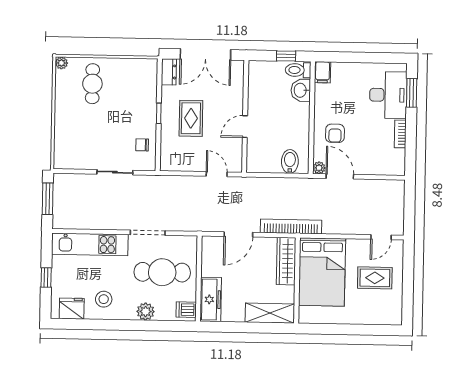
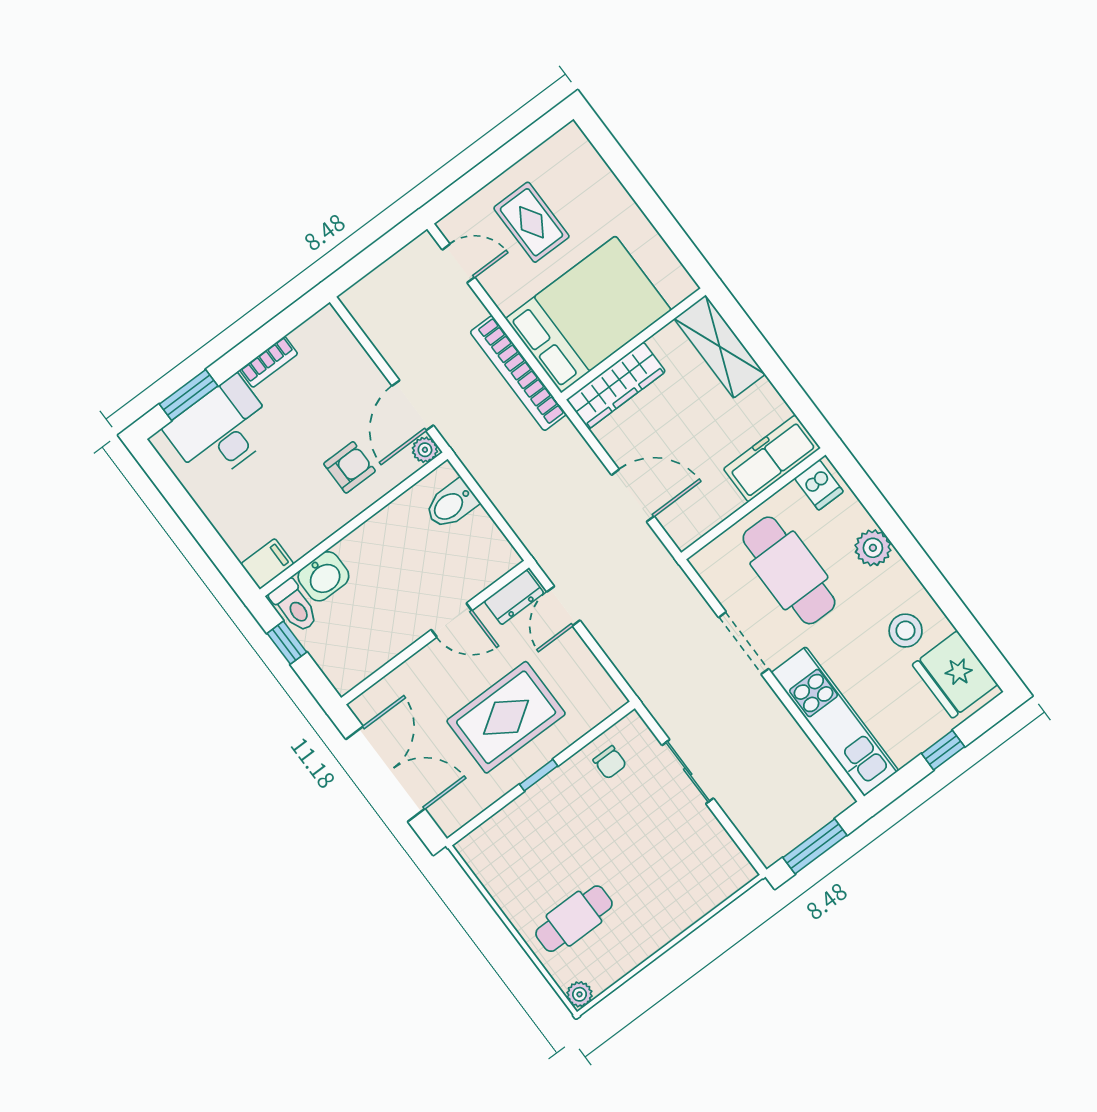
dresser: (169, 72) -> (514, 597), moved, turned 180
rug: (191, 118) -> (506, 717), width x1.36, depth x1.43
bookcase: (291, 226) -> (518, 373), moved
fridge: (72, 309) -> (955, 674), width x1.36, depth x1.34

